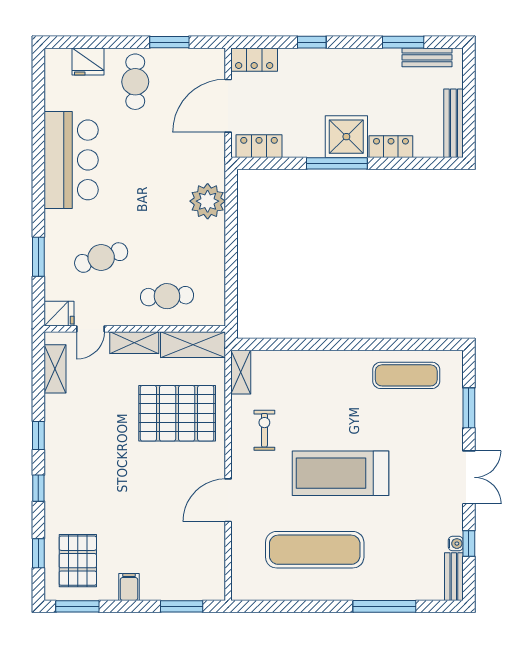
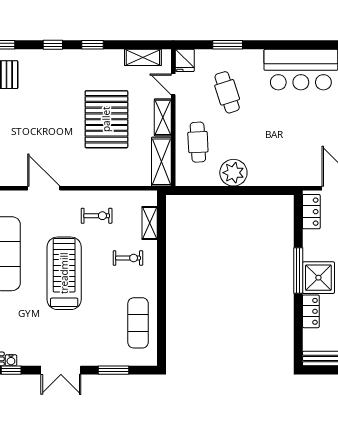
plant: (208, 201) -> (233, 173), moved
shelving: (241, 372) -> (150, 223), moved, turned 90
exercise bike: (320, 389) -> (128, 258), added
pallet: (177, 413) -> (106, 119), moved

